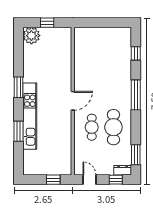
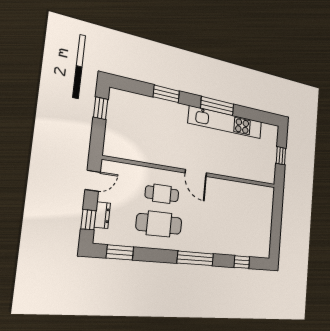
plant: (31, 36) -> (270, 134), removed
window: (19, 87) -> (217, 106), width x1.44
kitchen unit: (30, 116) -> (226, 122), moved
dresser: (123, 170) -> (102, 215), moved
window: (53, 180) -> (101, 108), moved

